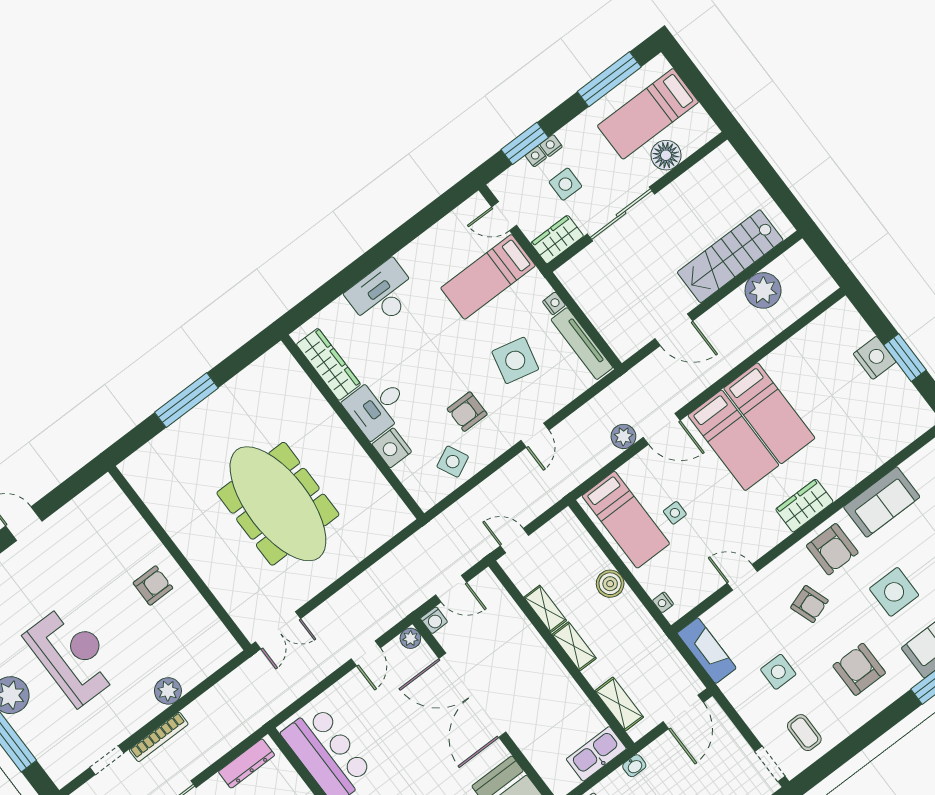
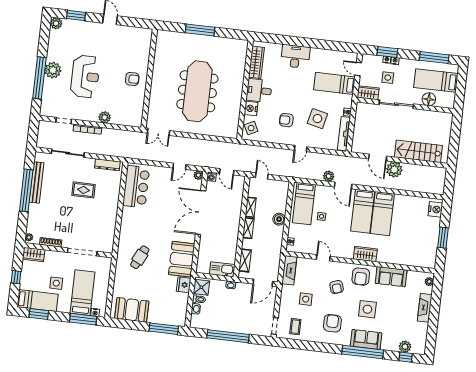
plant: (763, 290) -> (394, 170), moved
nightstand: (875, 358) -> (435, 209), moved
side table: (453, 462) -> (251, 128), moved

